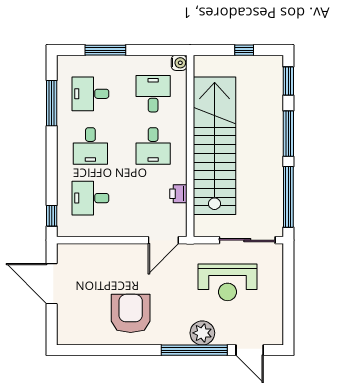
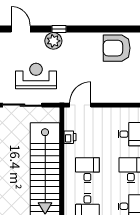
armchair: (131, 313) -> (117, 48), moved, turned 90
window: (194, 350) -> (59, 29), width x0.32

